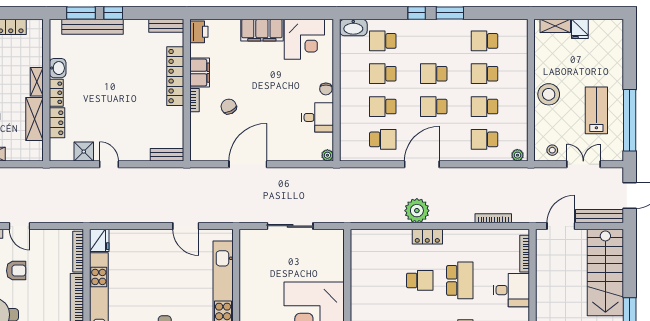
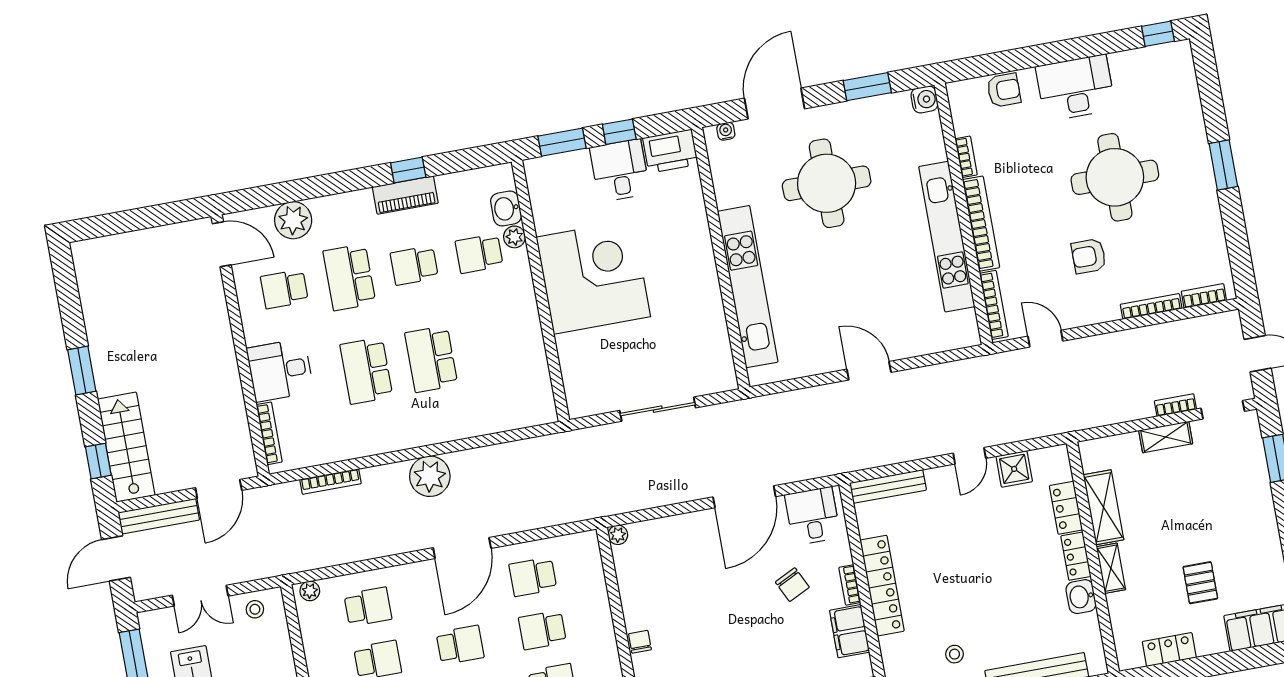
stool: (139, 47) -> (954, 654), added
locker: (175, 76) -> (882, 586), moved
school desk: (383, 107) -> (542, 630), turned 180
desk: (318, 117) -> (813, 516), moved, turned 90
bench: (167, 155) -> (888, 486), width x1.36
door: (109, 164) -> (969, 456), hinge flipped
plant: (417, 211) -> (430, 476), moved
door: (20, 226) -> (1045, 339), moved
door: (186, 226) -> (869, 371), moved
locker: (427, 237) -> (432, 432), removed
fridge: (99, 240) -> (963, 330), removed
window: (630, 256) -> (98, 461), added
stairs: (605, 272) -> (126, 447), width x0.73, depth x0.66
school desk: (420, 280) -> (431, 359), width x1.85

